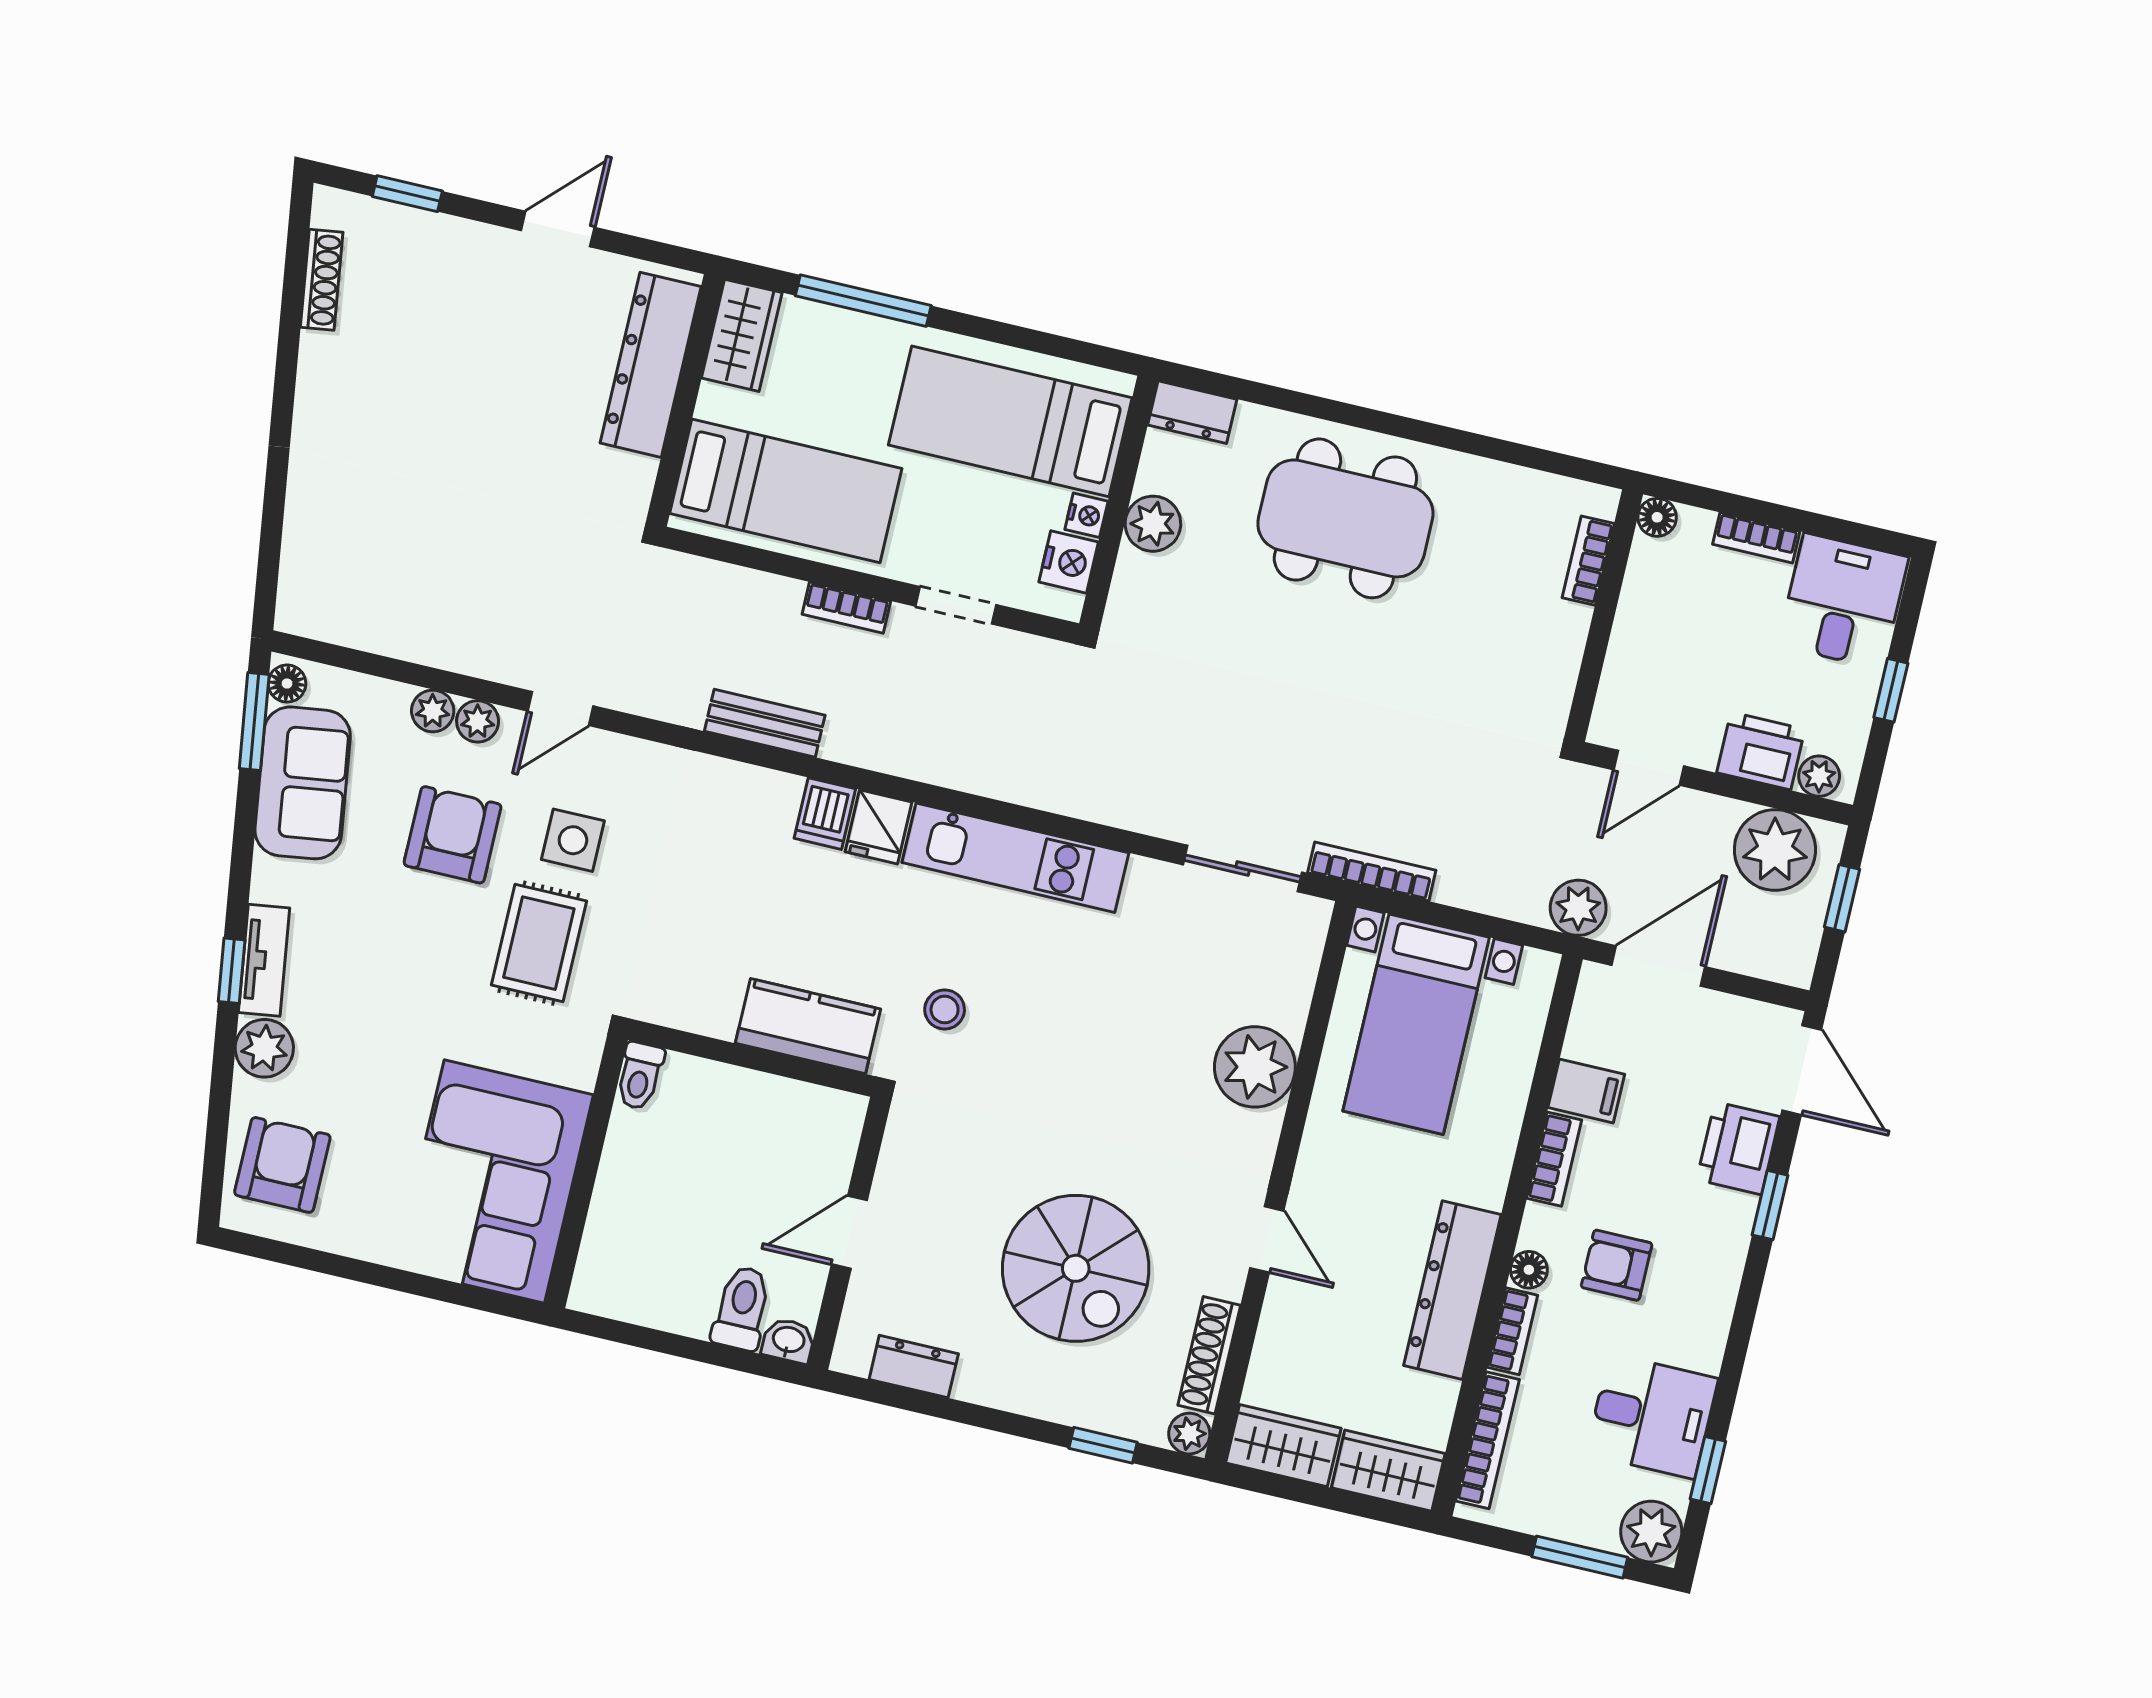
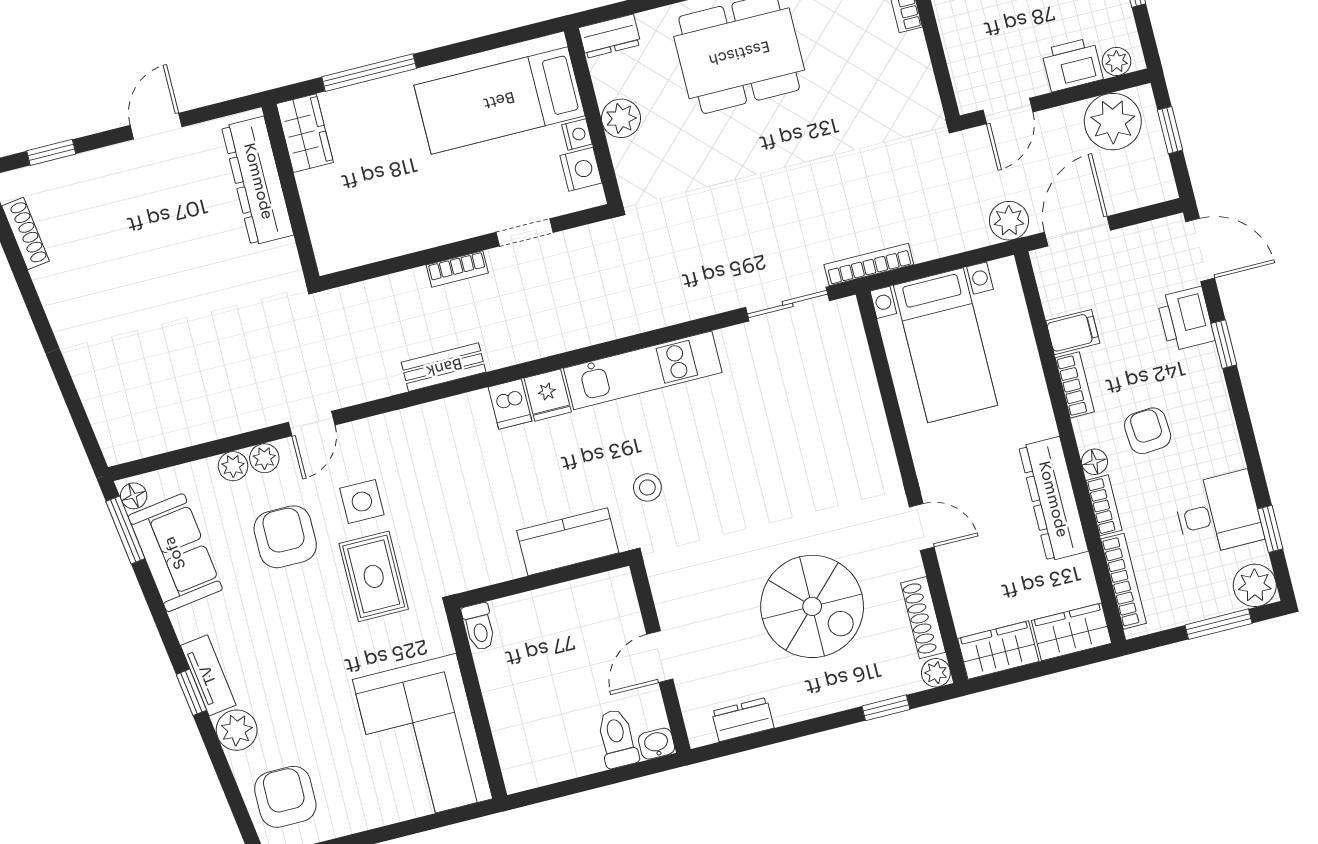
bed: (786, 491) -> (382, 216), removed
plant: (1255, 1067) -> (859, 424), removed
armchair: (1617, 1265) -> (1148, 431), turned 86

